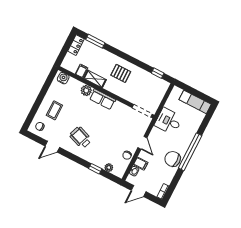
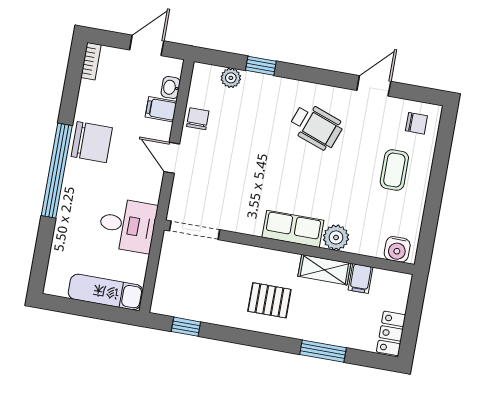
window: (95, 41) -> (323, 351), moved
exam couch: (195, 102) -> (106, 292), moved

